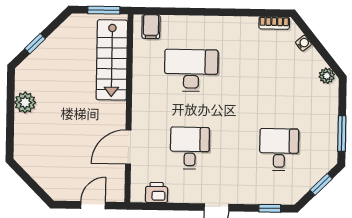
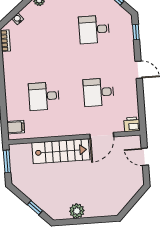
stairs: (112, 60) -> (61, 151), moved
desk: (191, 71) -> (44, 96), width x0.73
door: (128, 147) -> (102, 136), hinge flipped
printer: (156, 193) -> (132, 124), moved, turned 90

